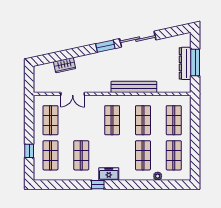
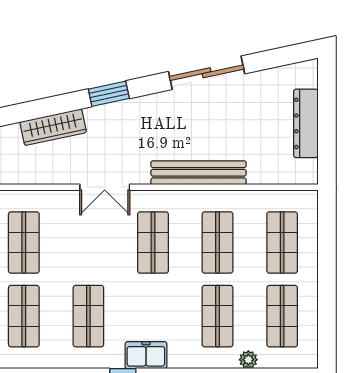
window: (105, 46) -> (109, 94), moved
window: (195, 62) -> (327, 122), removed
wardrobe: (64, 65) -> (53, 127), width x1.50
double door: (73, 94) -> (105, 187), moved

